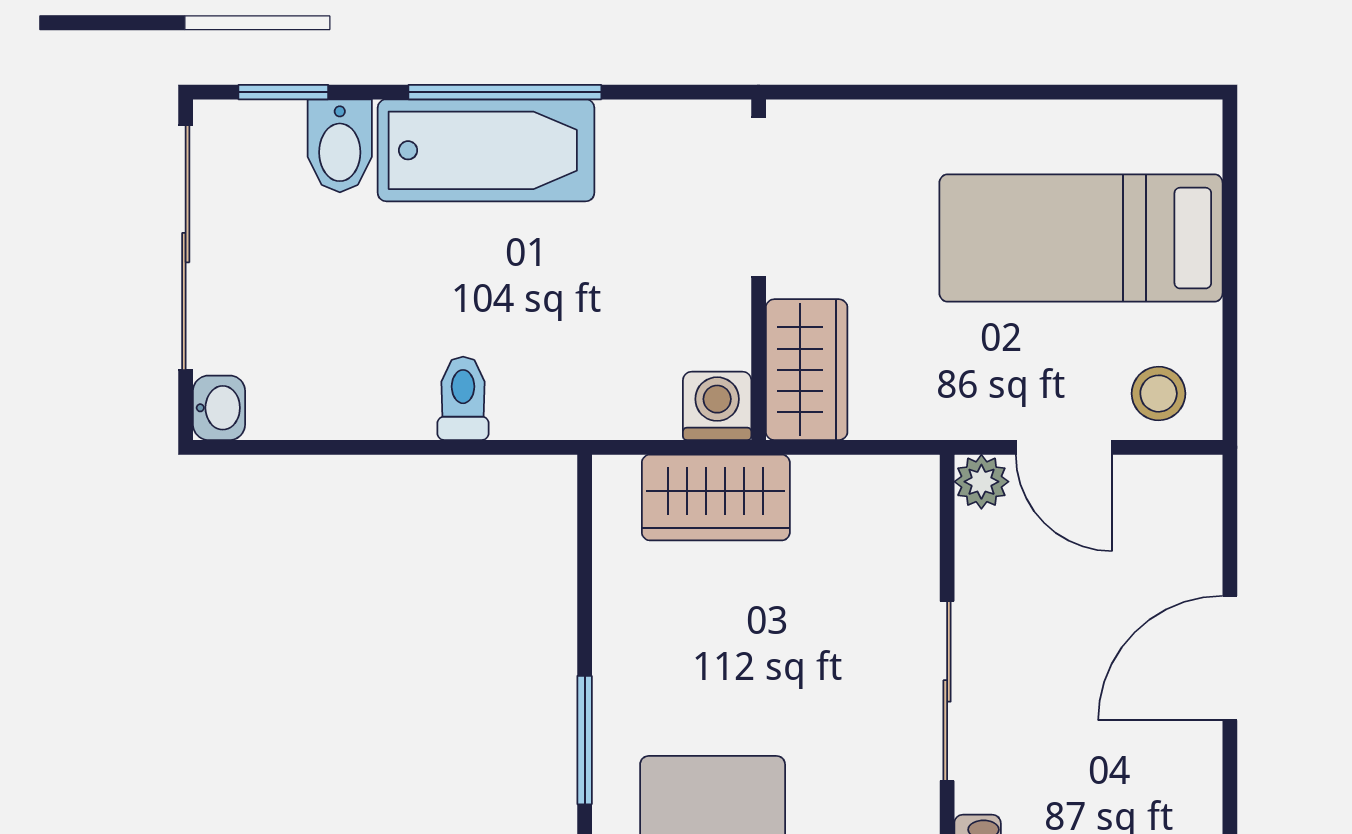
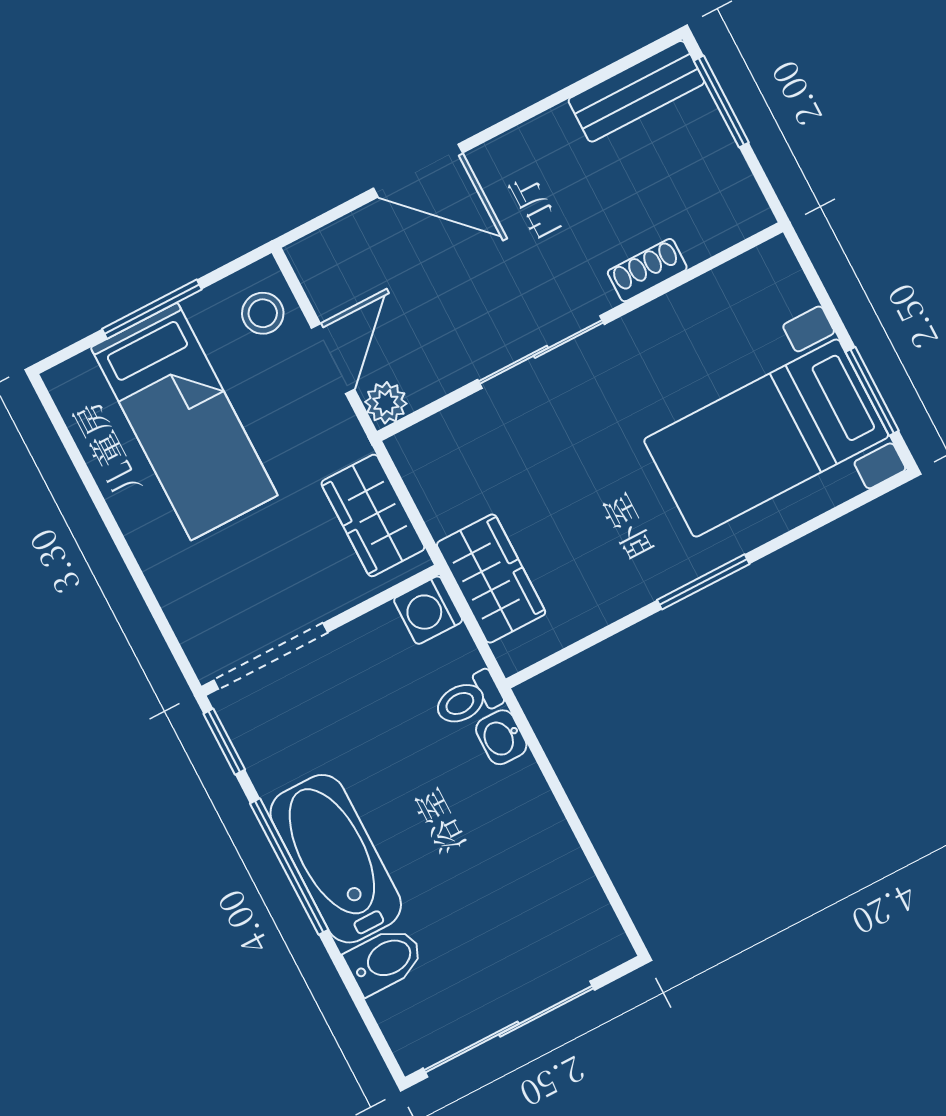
window: (283, 92) -> (224, 742), moved
window: (1230, 268) -> (152, 309), added
wardrobe: (807, 370) -> (373, 515), moved, turned -90
toilet: (463, 398) -> (468, 699), moved
washbasin: (219, 408) -> (501, 737), moved, turned -90

